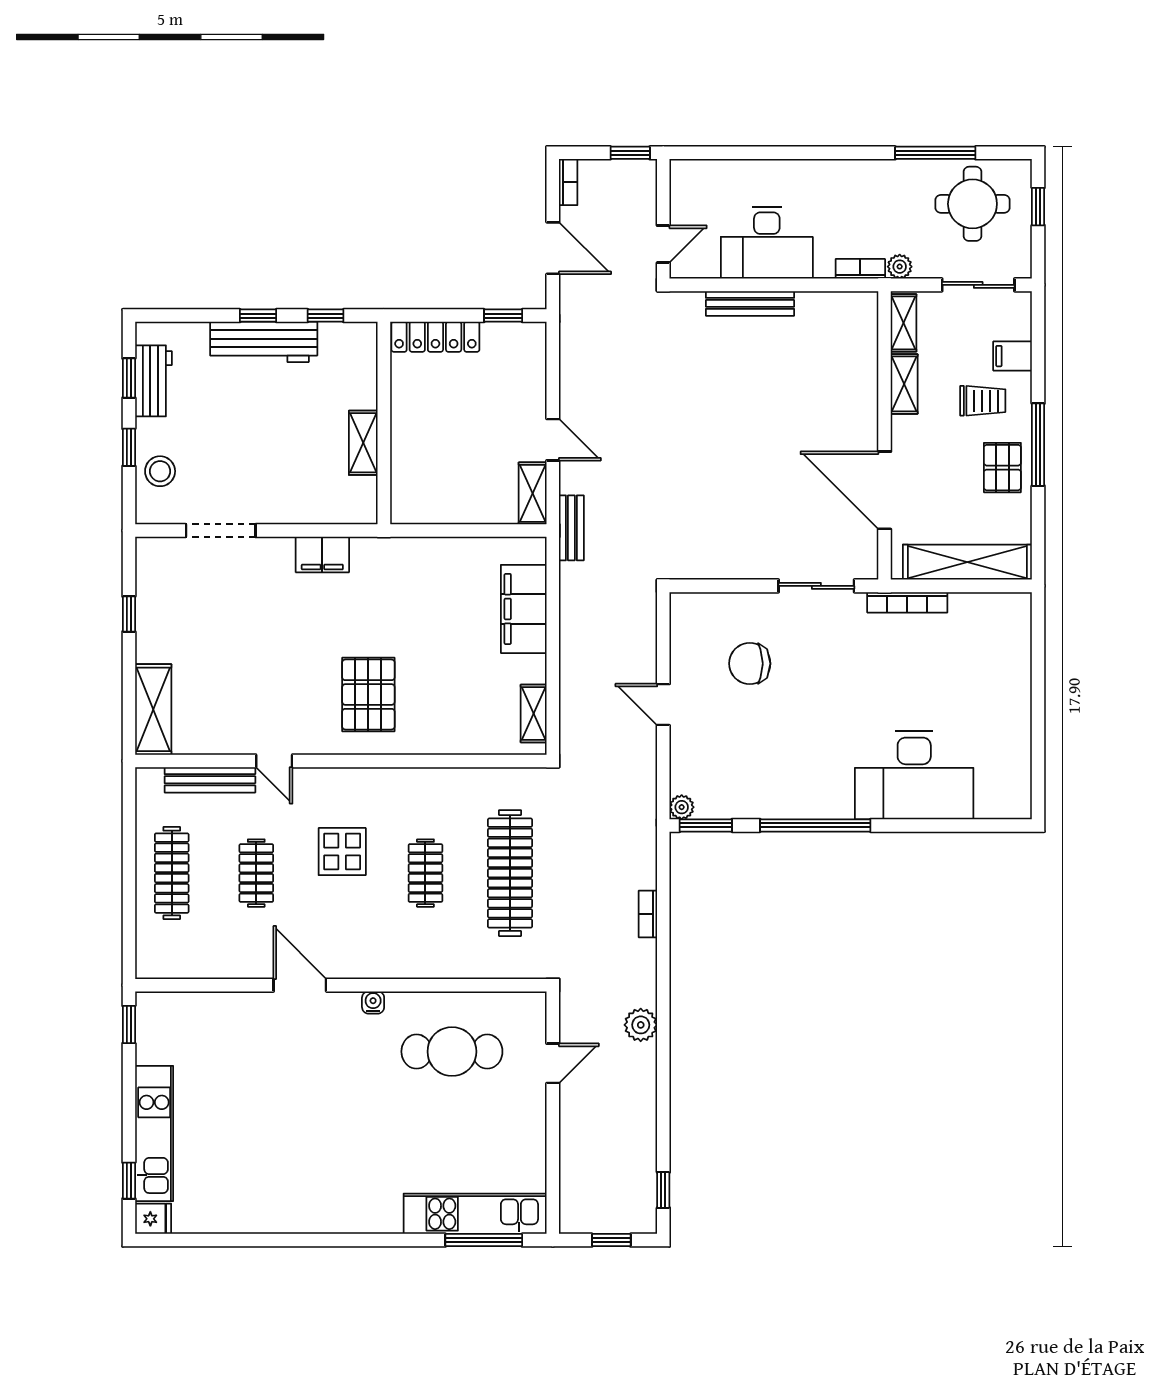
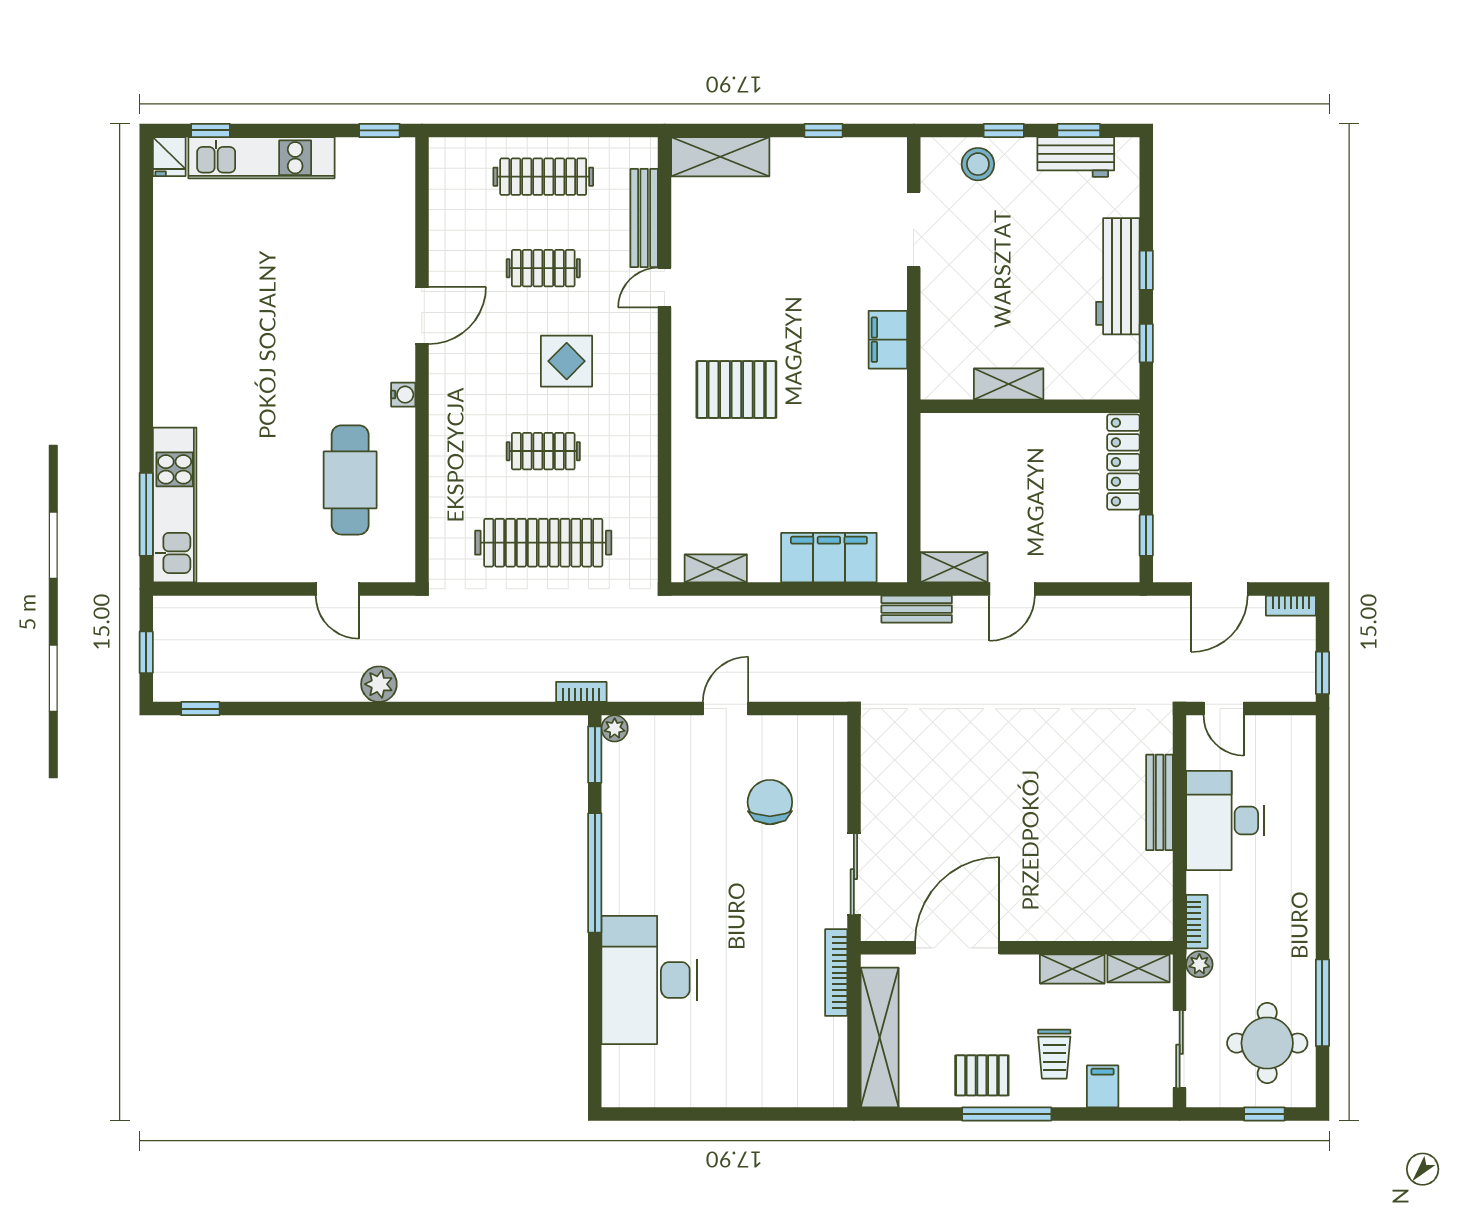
bookcase: (648, 914) -> (581, 692), moved

